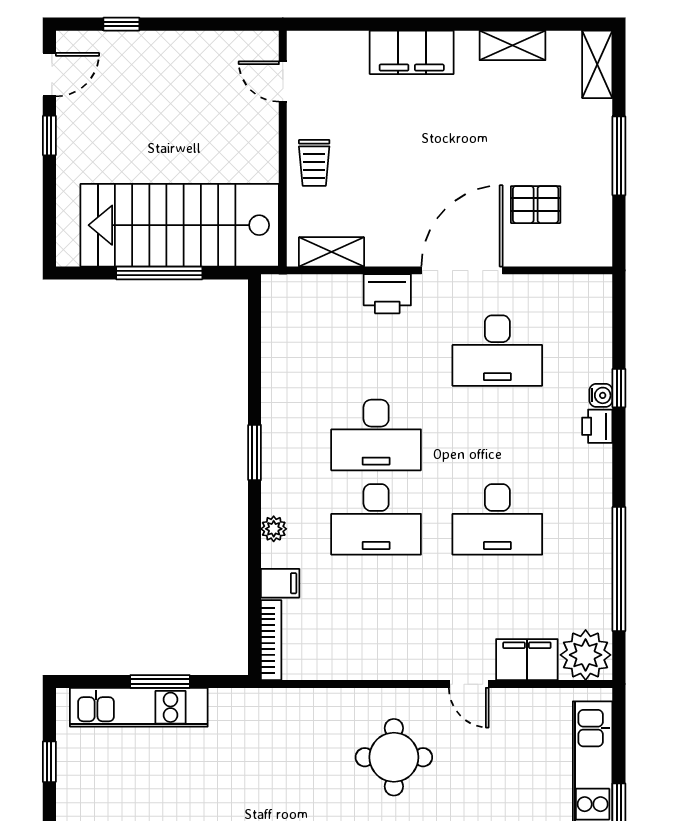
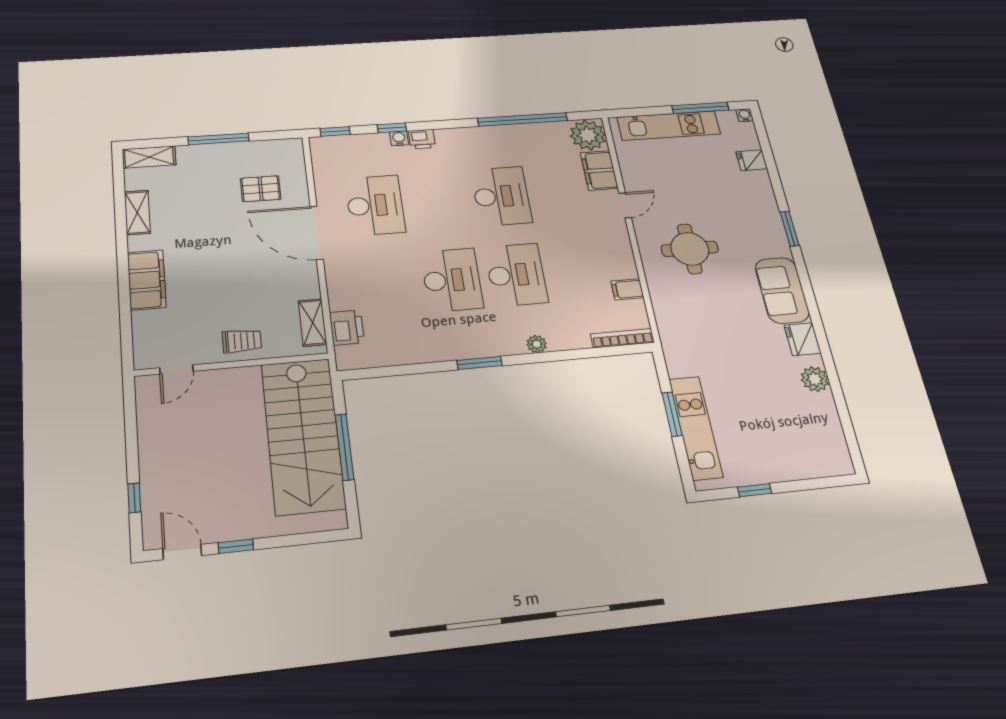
pallet: (536, 205) -> (261, 189), turned 90
printer: (387, 294) -> (347, 328), moved
window: (619, 311) -> (335, 131), added
filing cabinet: (280, 583) -> (627, 289), moved, turned -90

